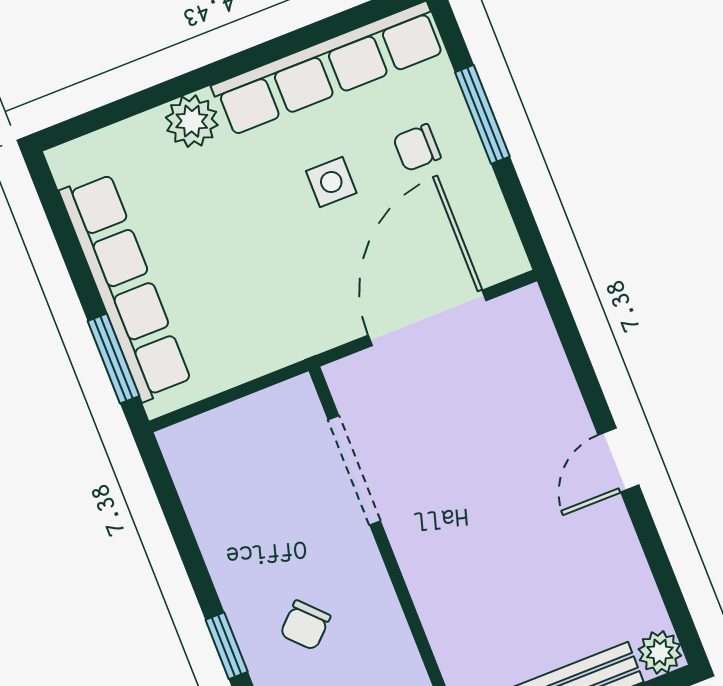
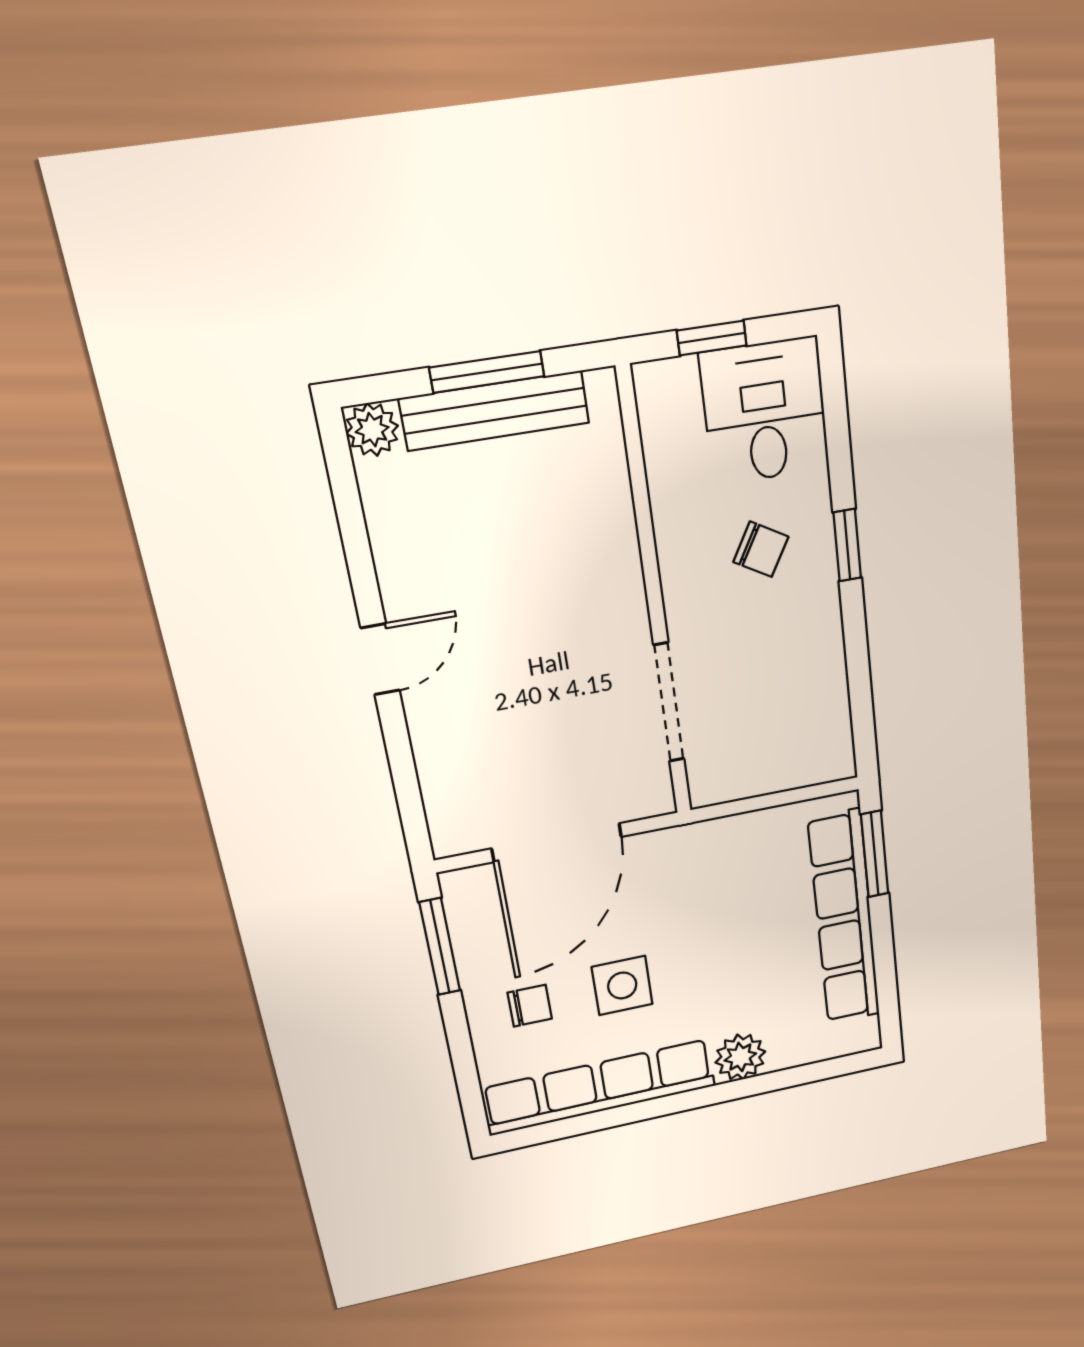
window: (482, 114) -> (440, 947), moved
side table: (331, 182) -> (622, 985), width x1.37, depth x1.37
chair: (305, 625) -> (761, 549), turned 74

